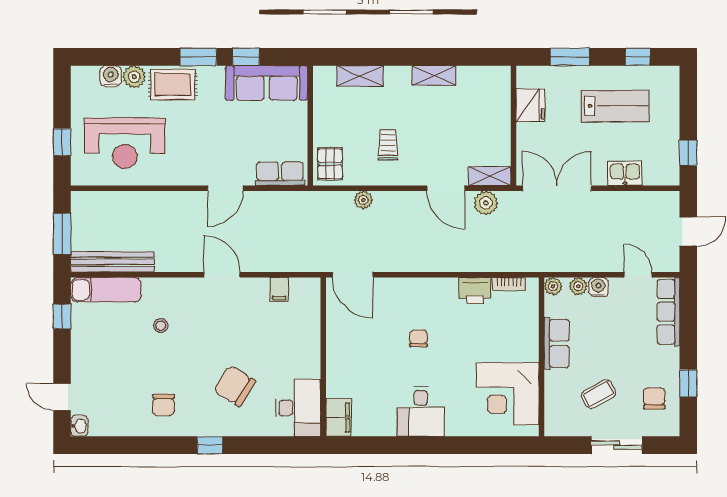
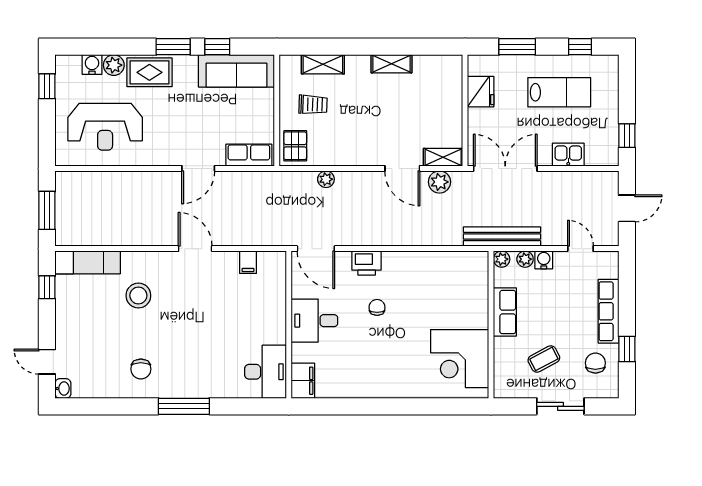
window: (62, 142) -> (47, 86), moved
trolley: (388, 145) -> (313, 105), moved, turned 92
bench: (113, 262) -> (502, 237), moved
bookcase: (509, 284) -> (461, 257), removed
printer: (475, 290) -> (367, 263), moved
row of seats: (668, 312) -> (609, 311), moved
stool: (161, 326) -> (138, 296), width x1.89, depth x1.89
chair: (235, 386) -> (207, 351), removed
desk: (421, 411) -> (314, 321), moved, turned 90
window: (210, 445) -> (184, 406), width x2.17

